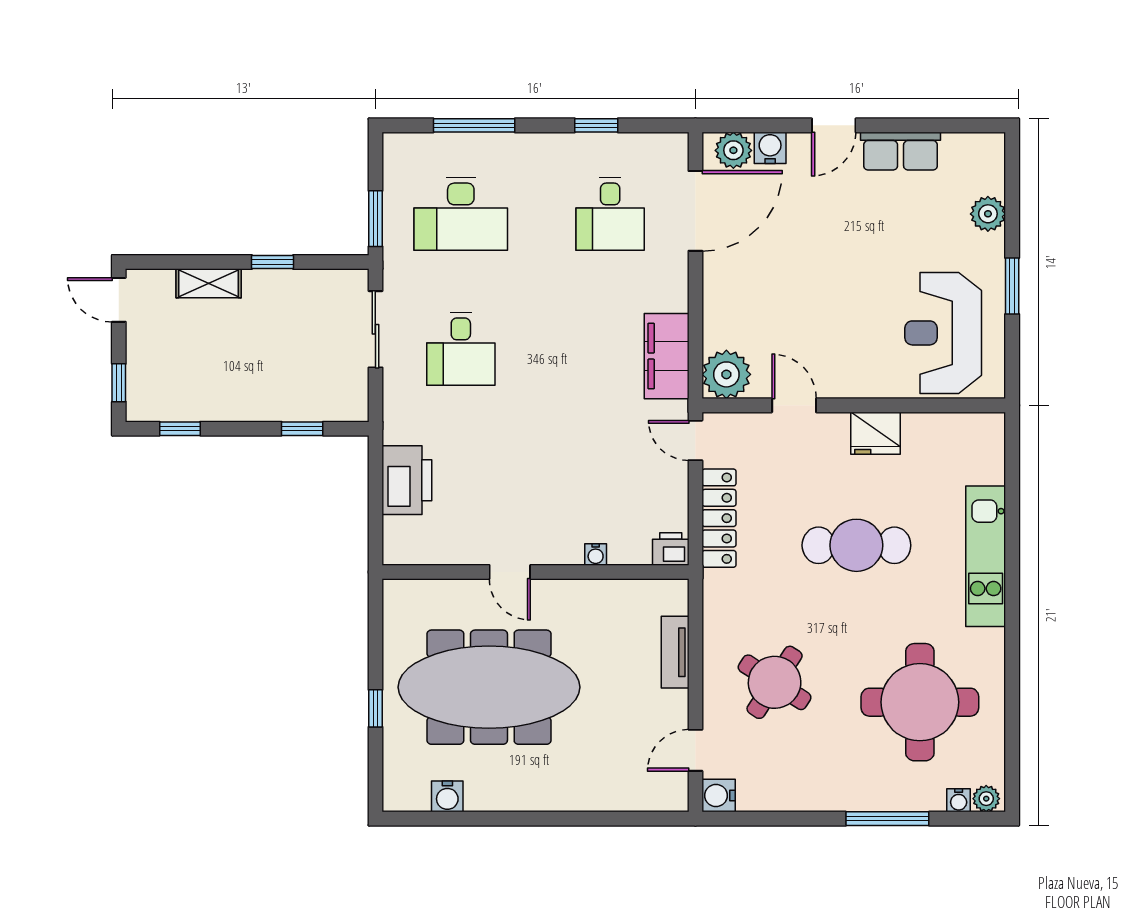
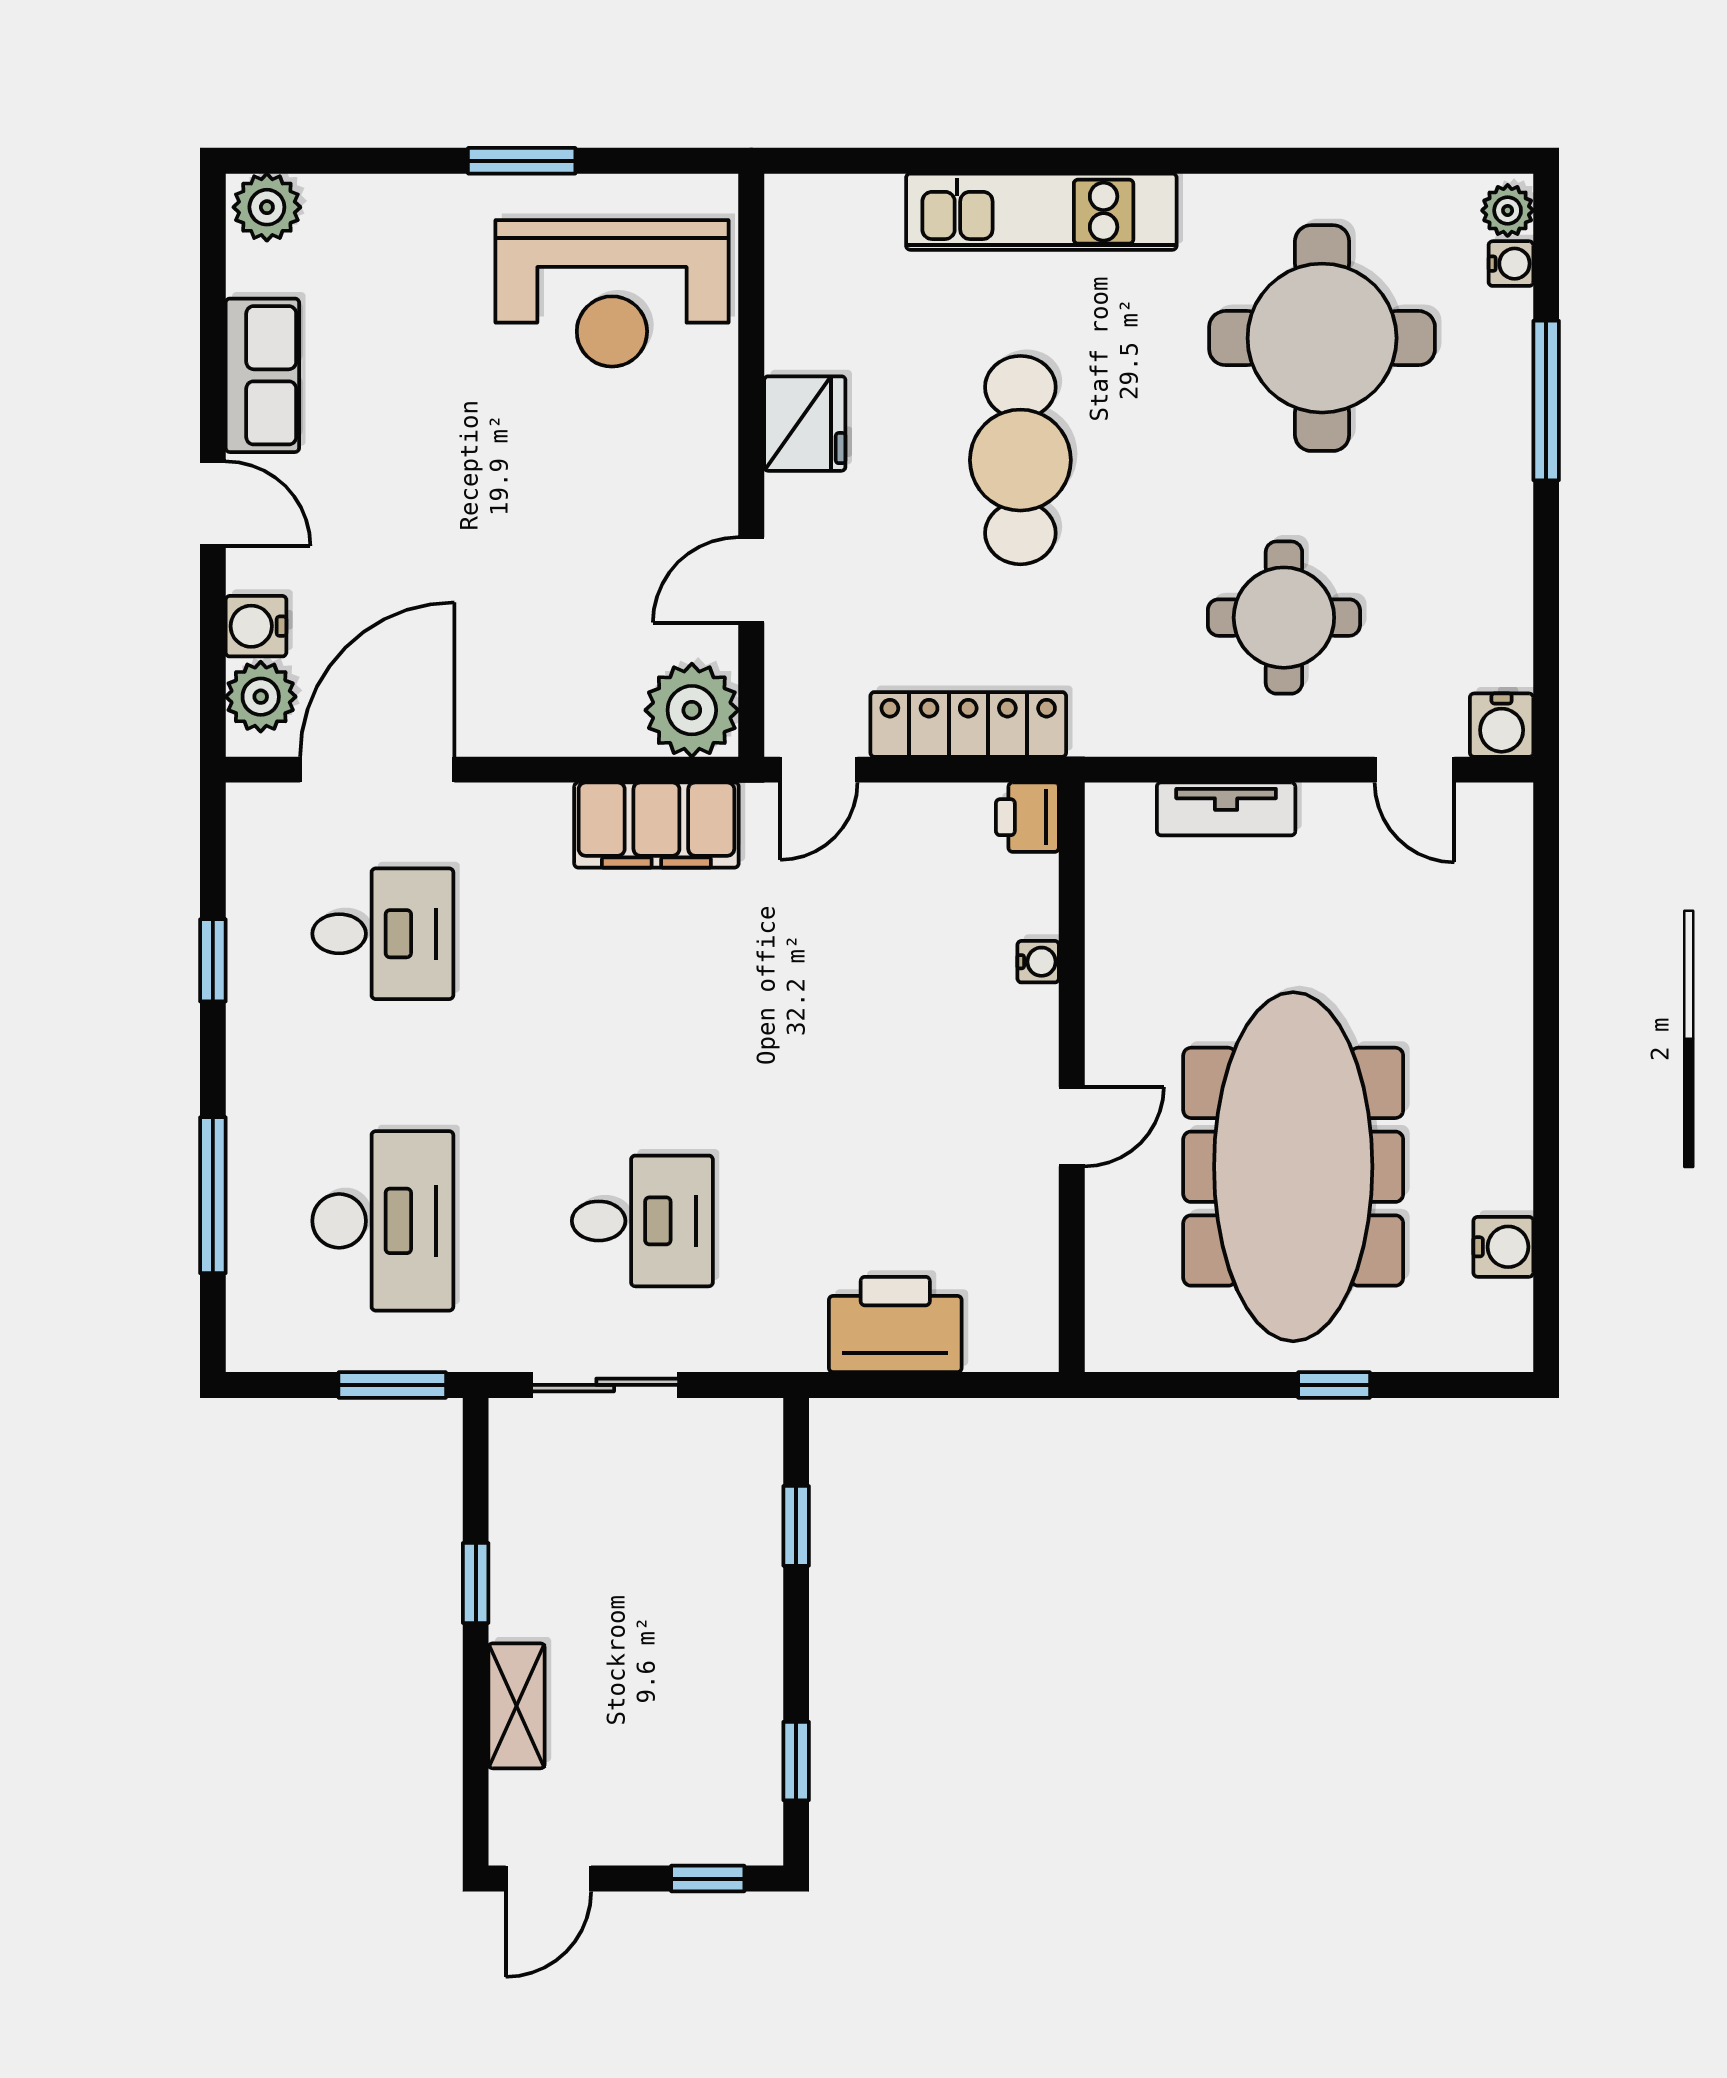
door: (695, 211) -> (377, 770), hinge flipped
plant: (988, 214) -> (267, 207), moved
round table: (775, 682) -> (1284, 618), turned -33

